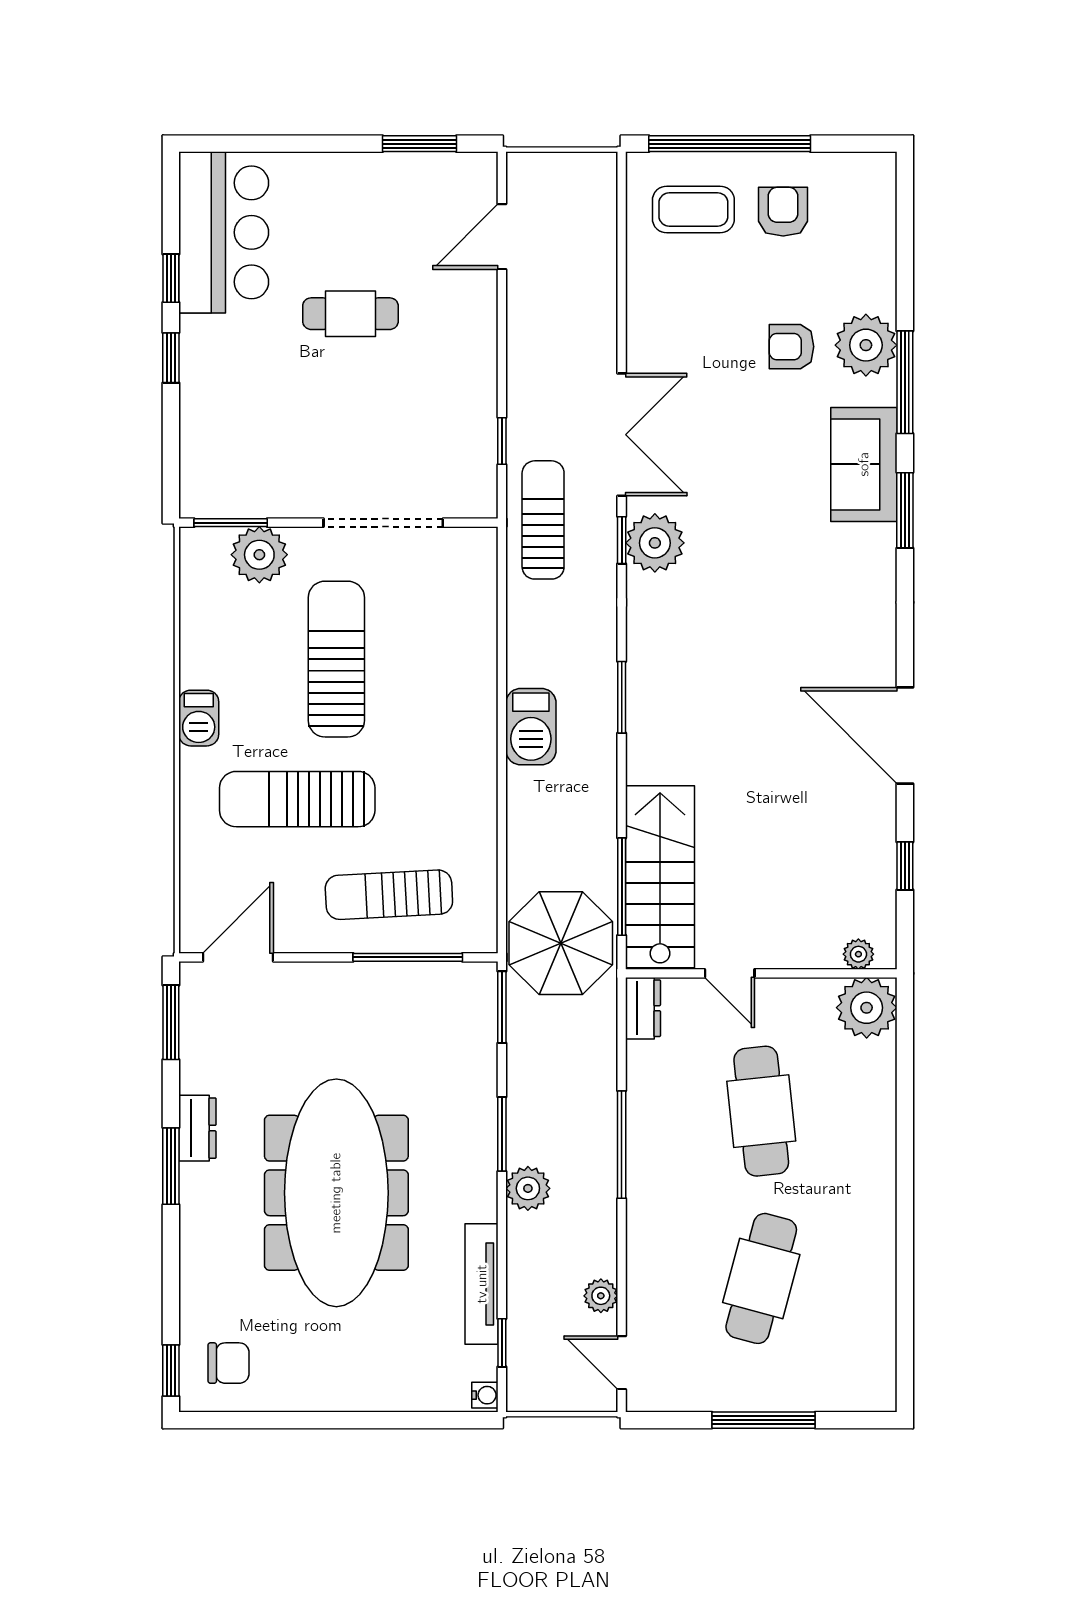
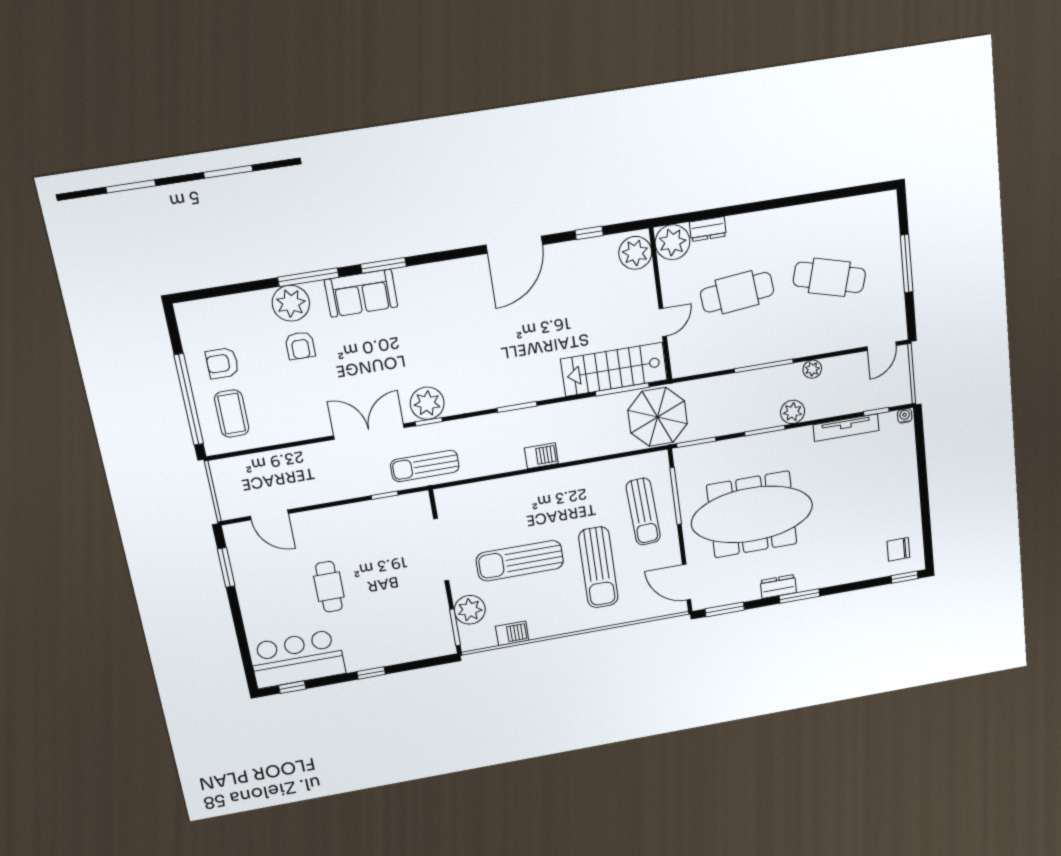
window: (171, 278) -> (292, 687), moved
barbecue: (199, 718) -> (512, 633), moved
barbecue: (531, 727) -> (541, 456), width x0.73, depth x0.79
plant: (858, 954) -> (635, 253), width x1.88, depth x1.88
dresser: (643, 1008) -> (708, 229), moved, turned 180
meeting table: (336, 1193) -> (752, 514), moved
plant: (601, 1296) -> (812, 369), moved
chair: (229, 1363) -> (898, 549), turned -90

